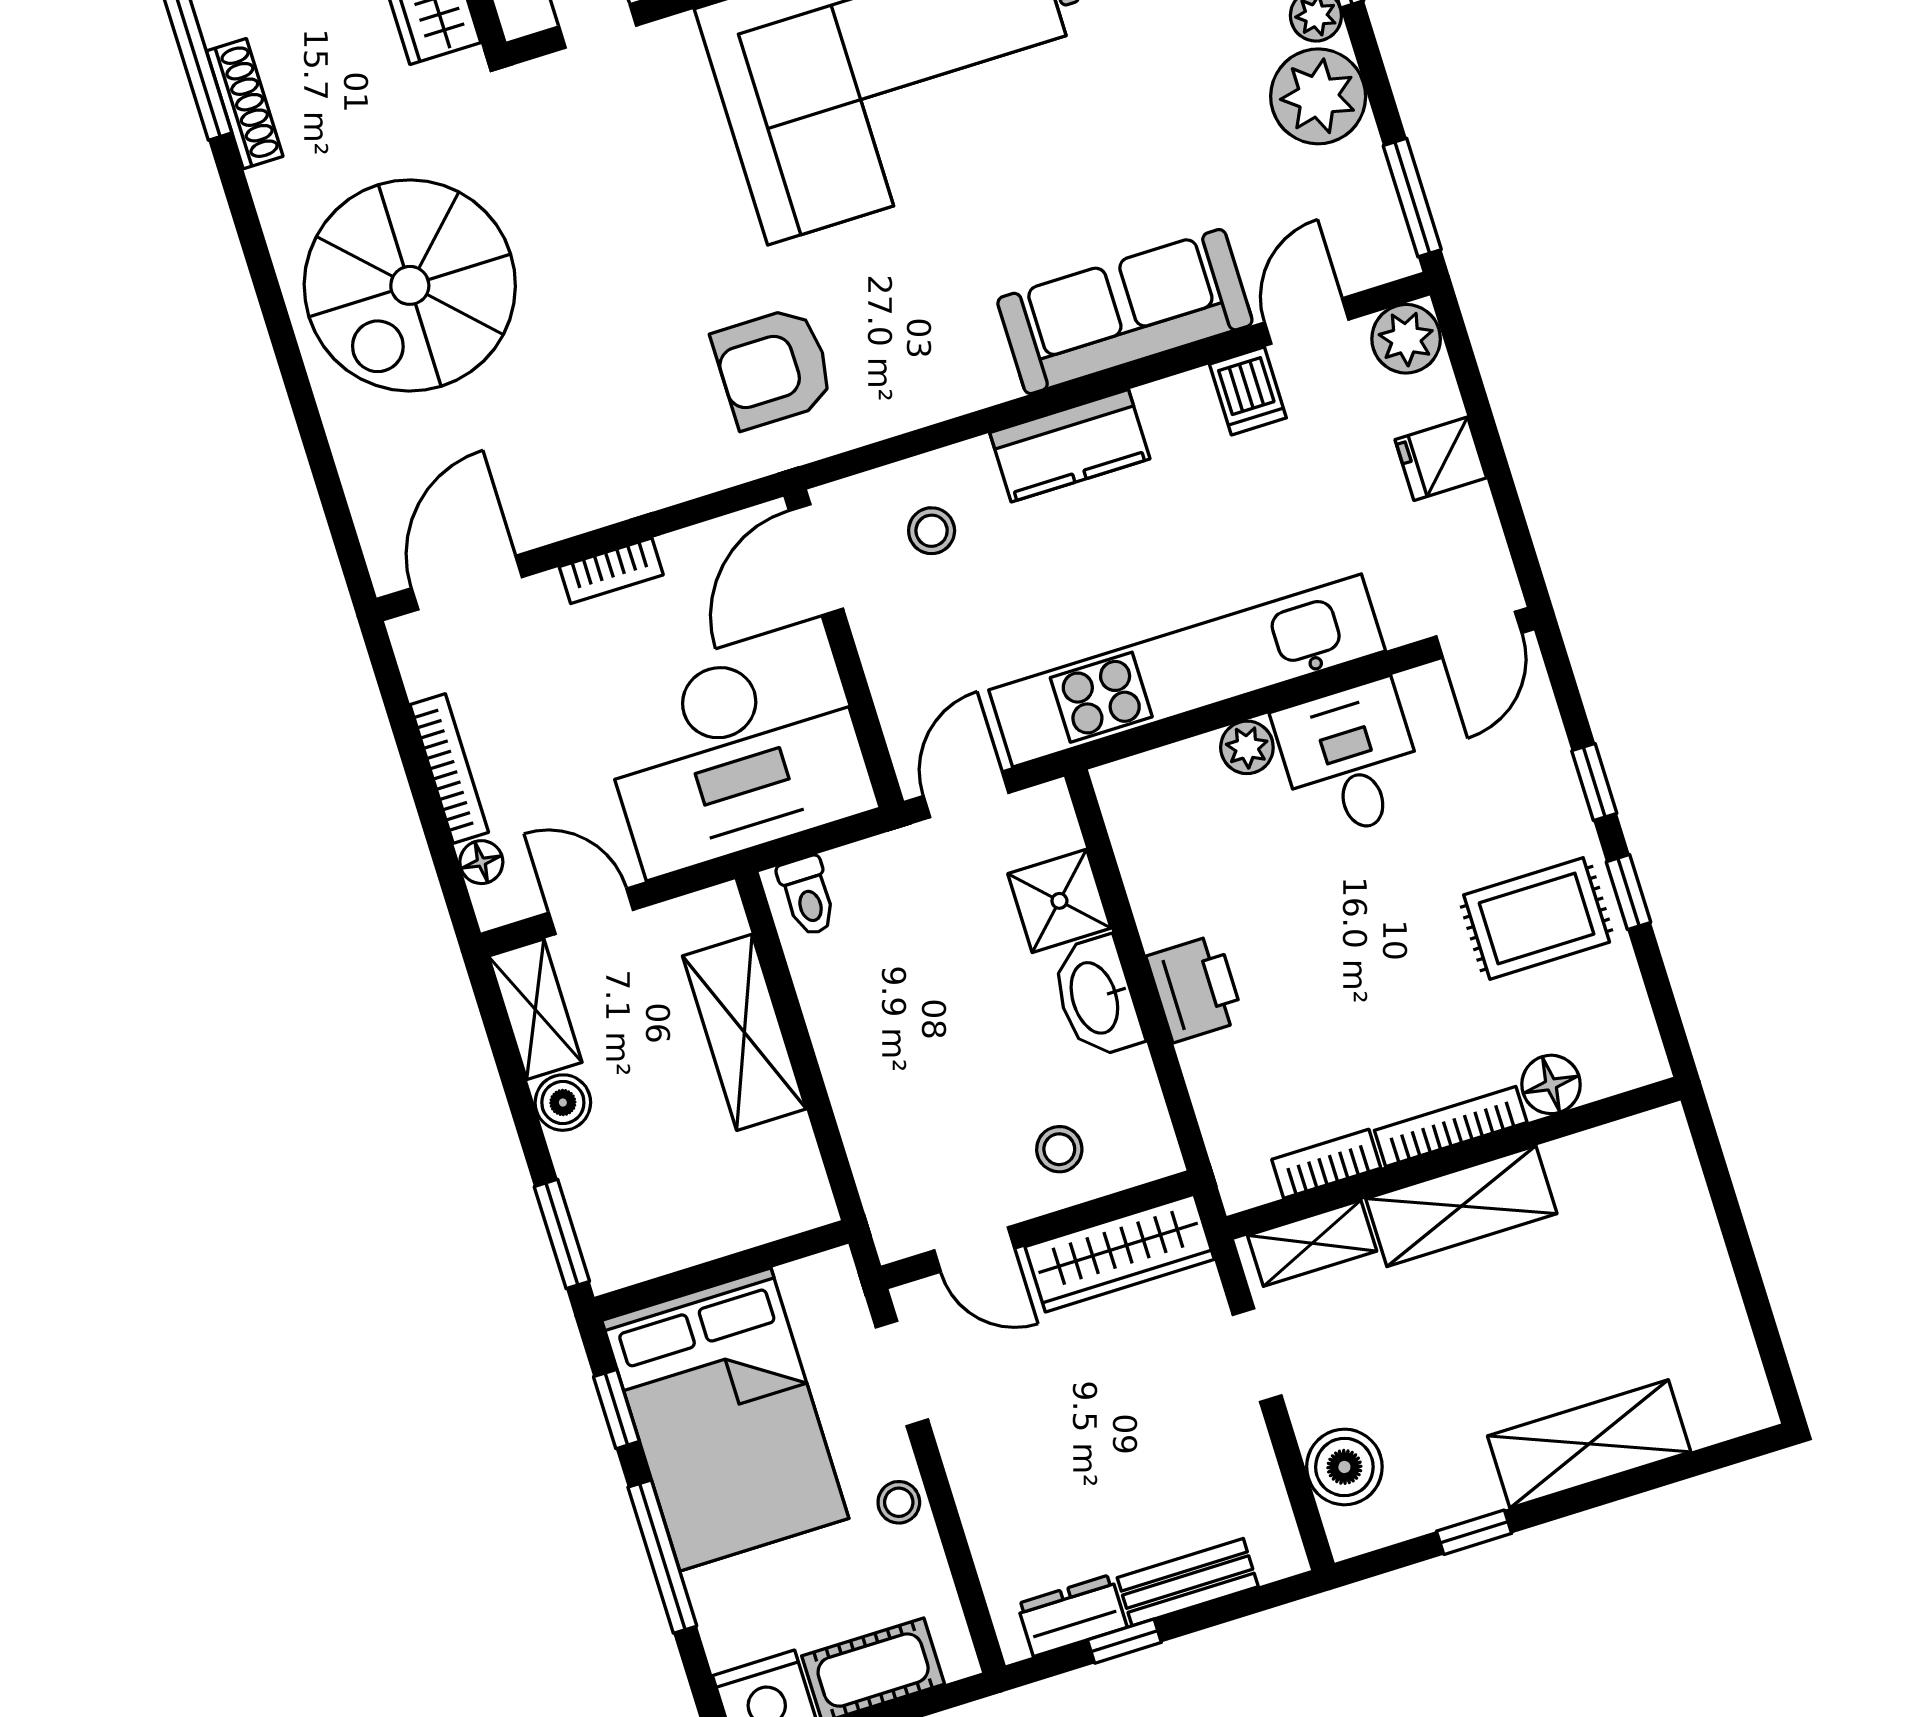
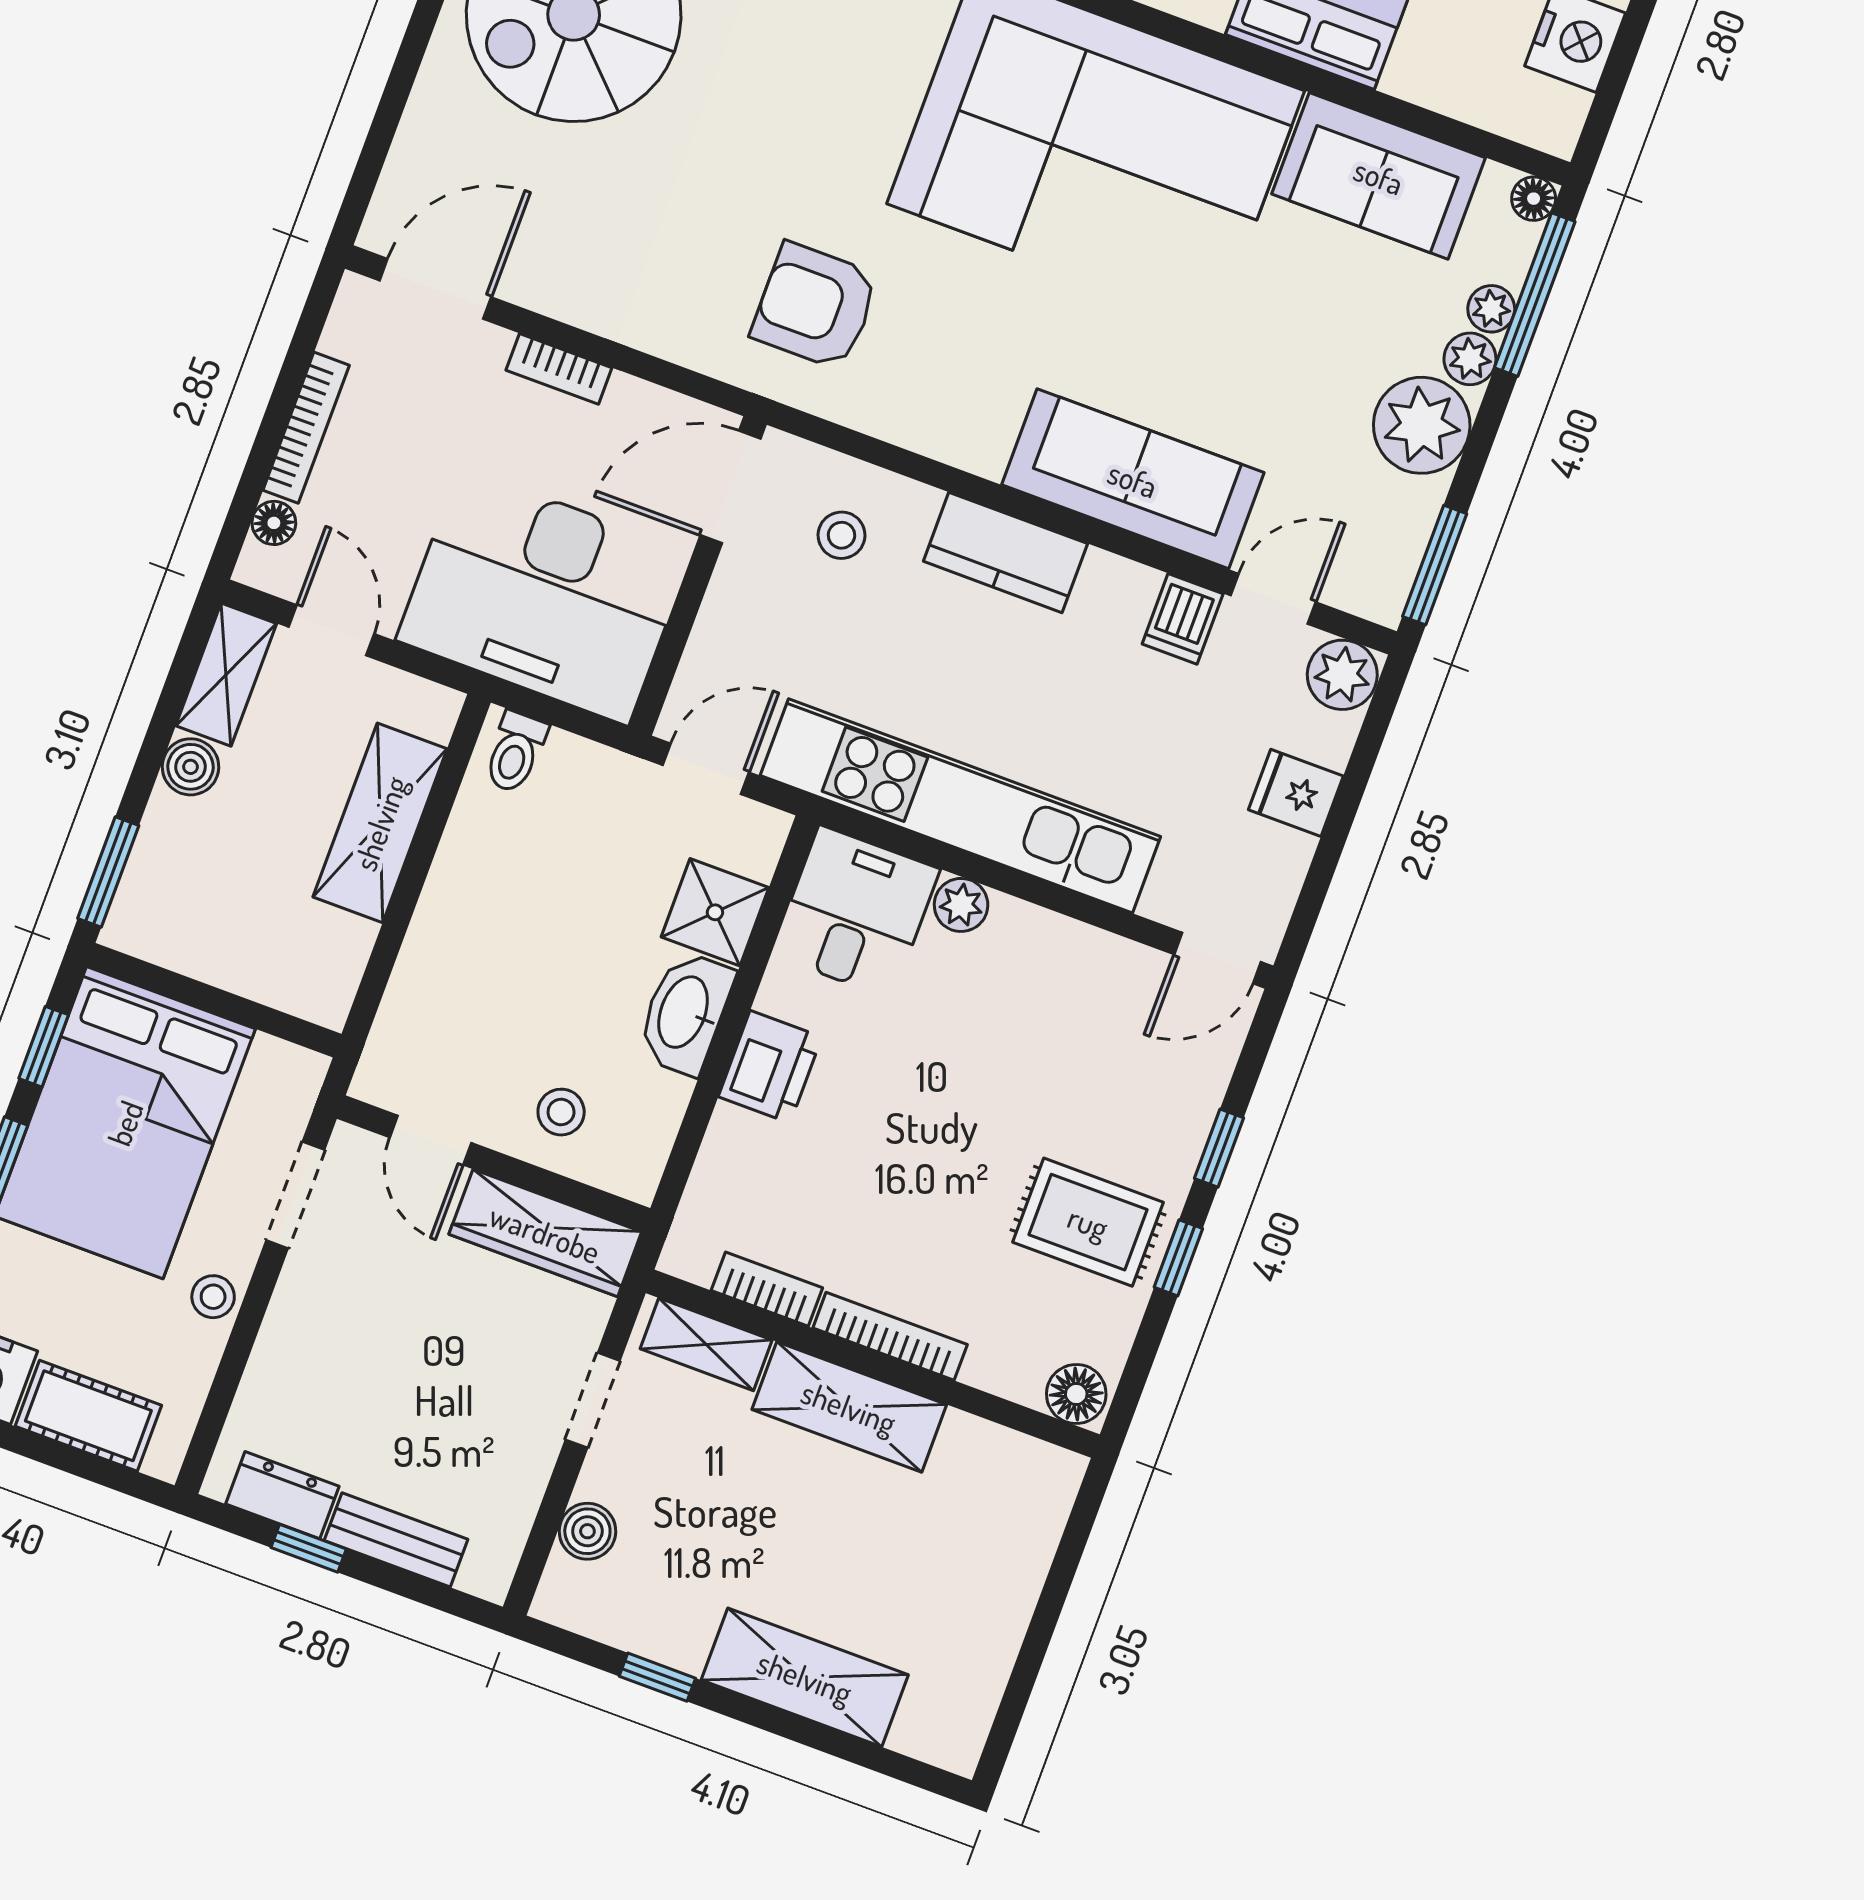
desk: (1350, 760) -> (856, 912), moved
floor lamp: (1551, 1084) -> (1076, 1394), moved
boiler: (1344, 1467) -> (587, 1531), width x0.73, depth x0.73

